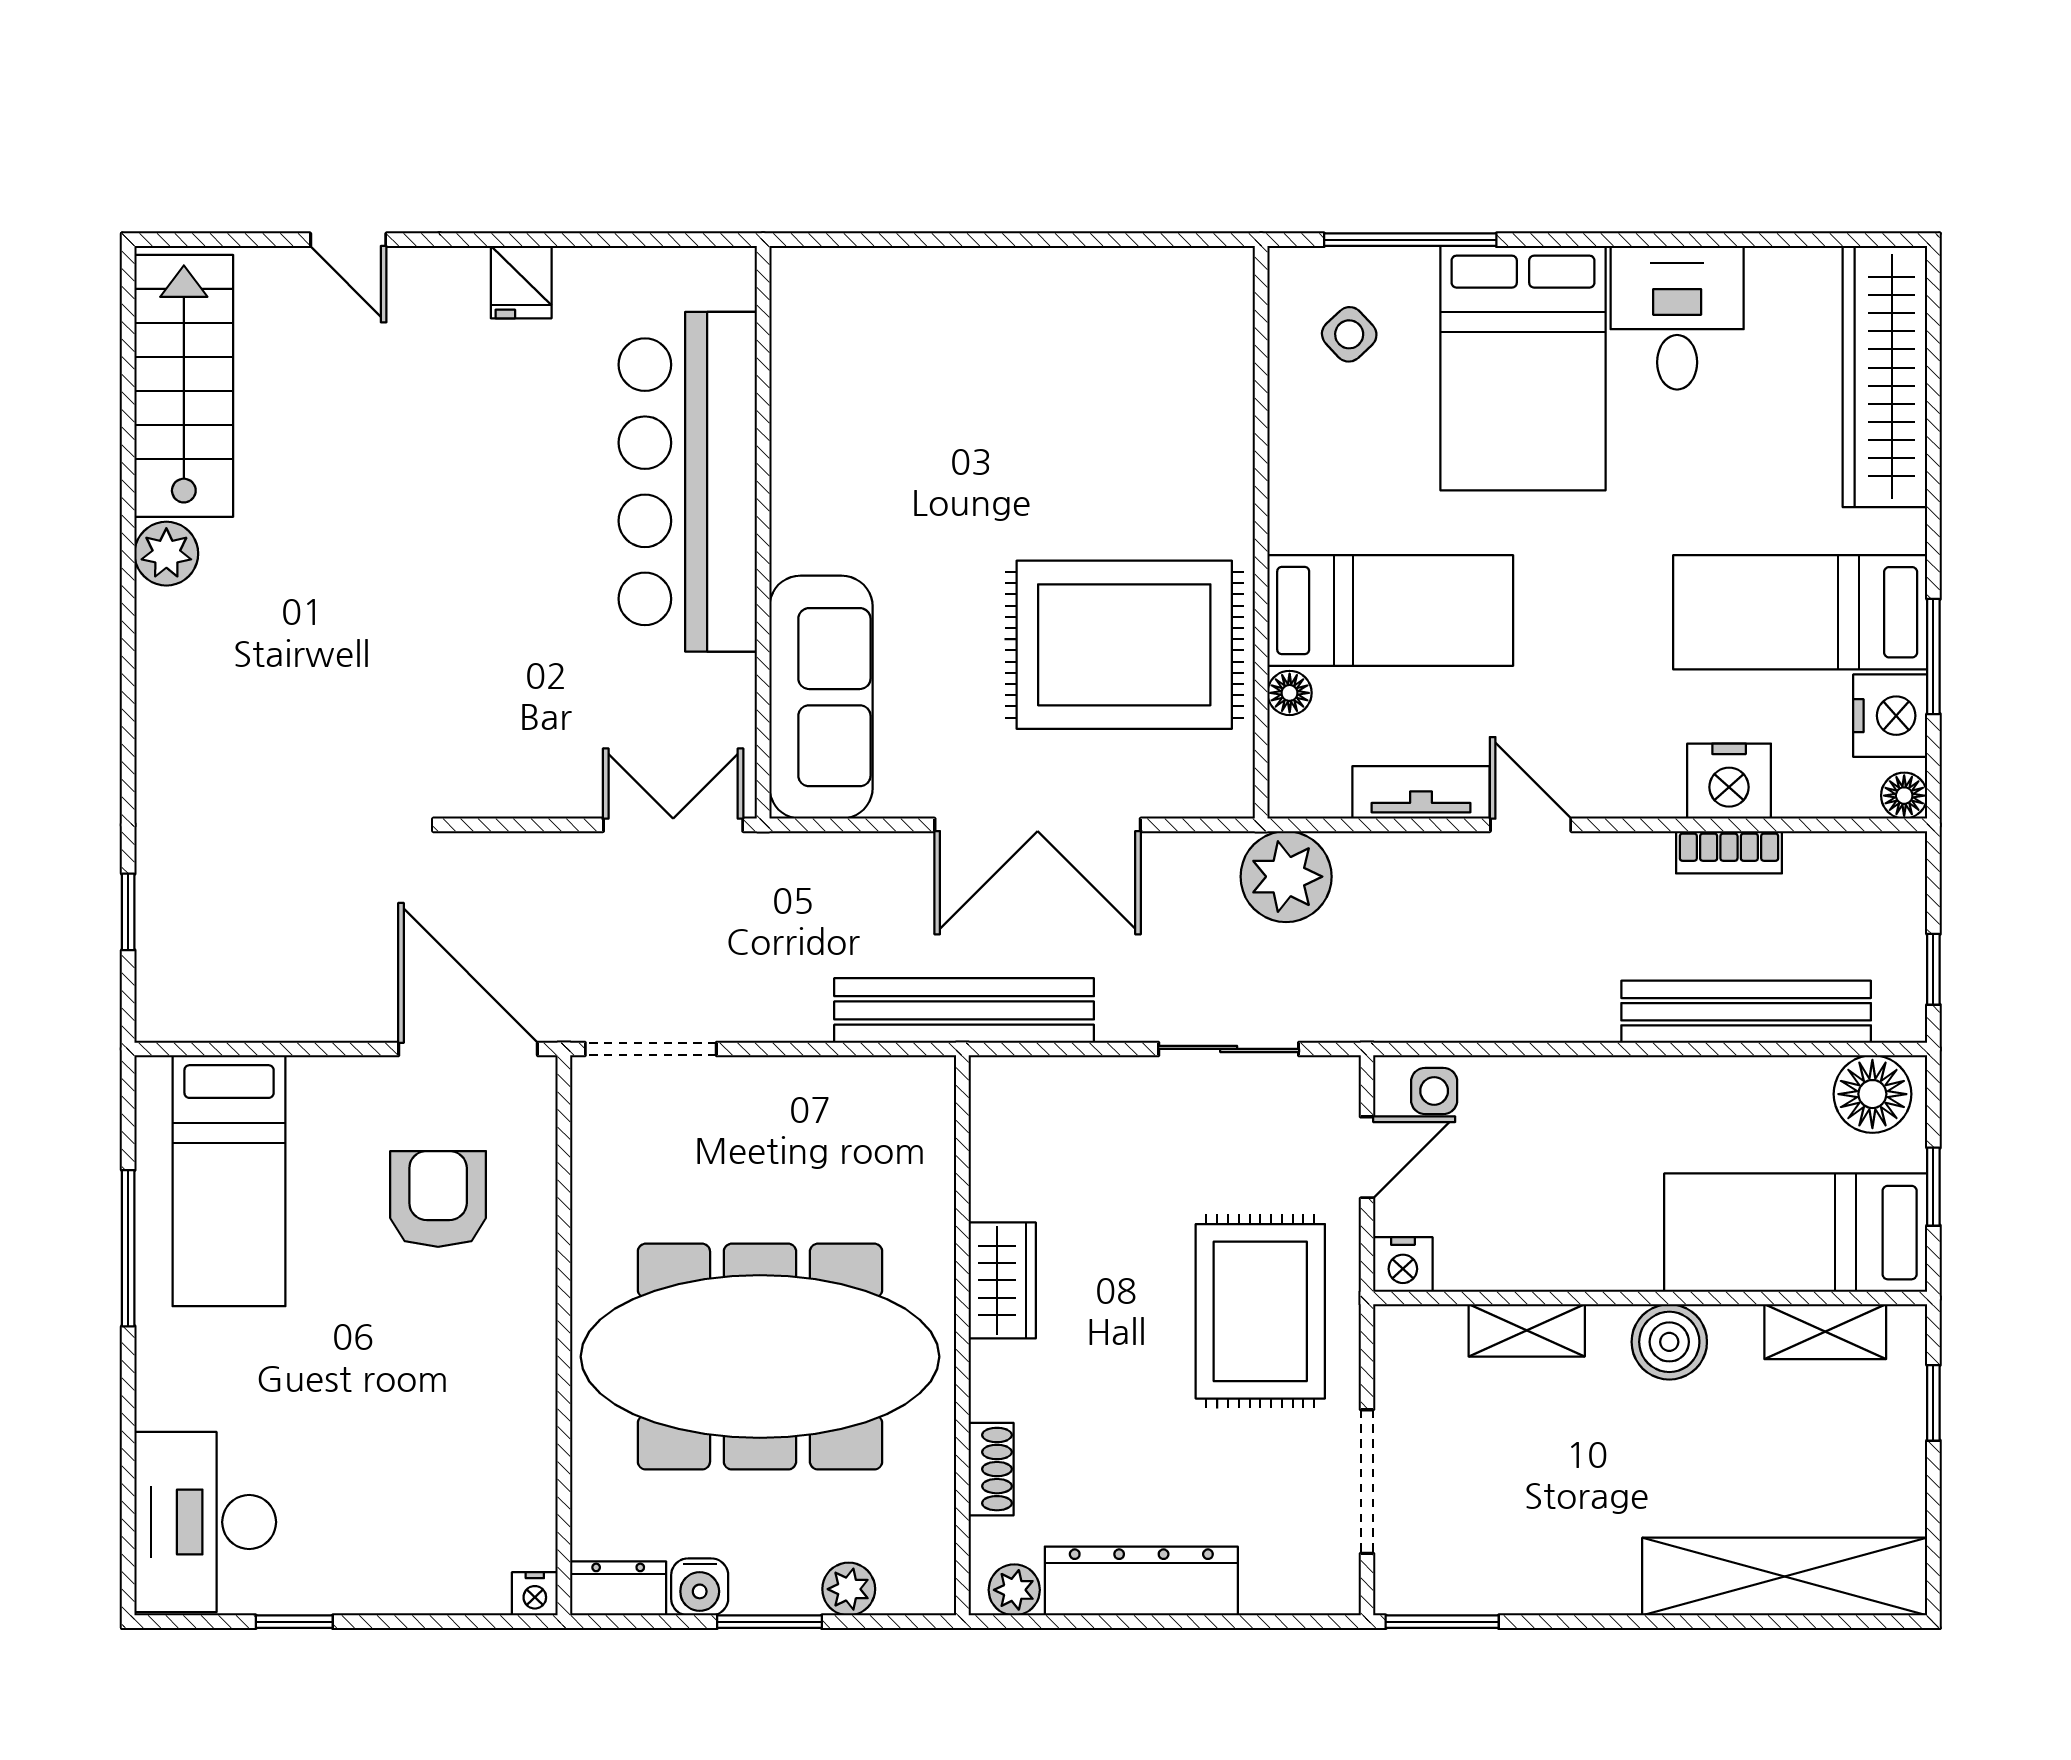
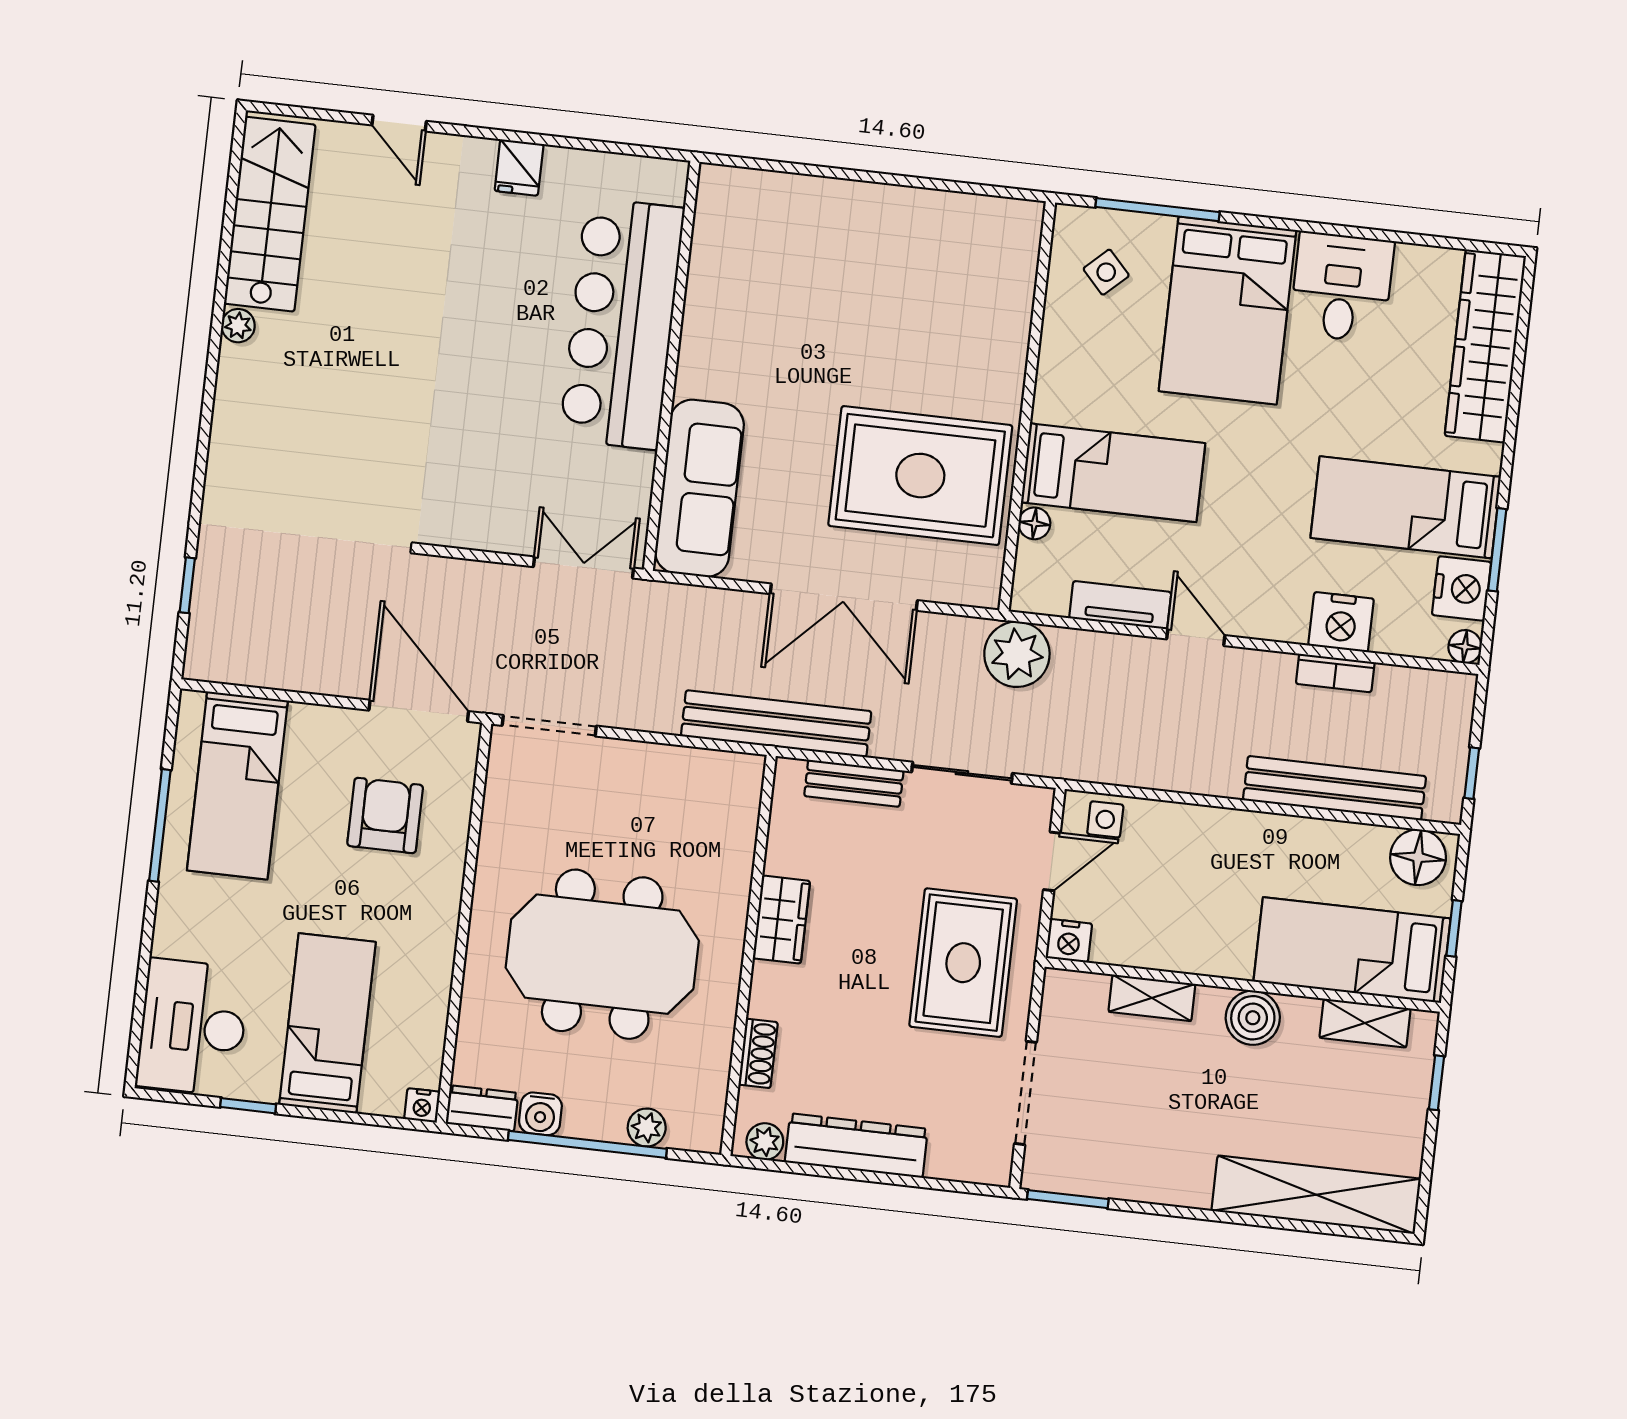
plant: (166, 554) -> (238, 326), width x0.73, depth x0.73
bench: (1081, 1081) -> (854, 783), added
meeting table: (760, 1357) -> (602, 954), width x0.73
bed: (391, 1495) -> (327, 1023), added
window: (769, 1622) -> (587, 1144), width x2.11

